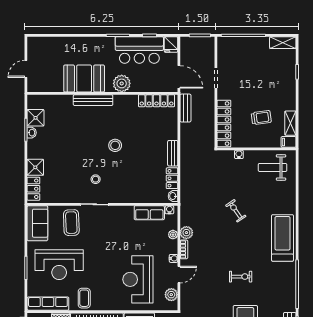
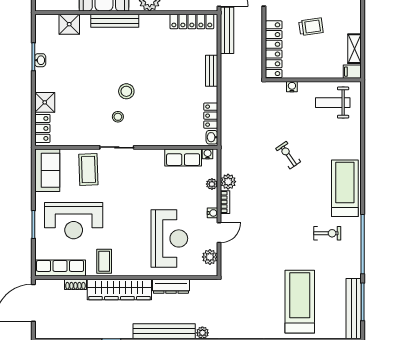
bench: (185, 108) -> (227, 30), width x1.36
shower: (36, 118) -> (69, 24), moved
trolley: (261, 118) -> (311, 27), moved
stool: (115, 145) -> (126, 91), moved
bench: (173, 153) -> (212, 71), moved
exercise bike: (241, 277) -> (327, 233), moved
reception desk: (138, 279) -> (169, 238), turned 180

